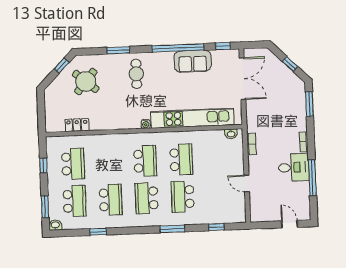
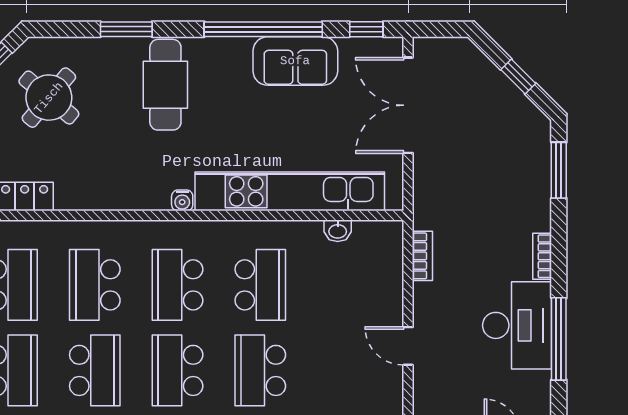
cafe table: (136, 74) -> (165, 85), width x1.37, depth x1.35
double door: (243, 79) -> (408, 105), swing flipped
washbasin: (231, 134) -> (338, 231), moved
school desk: (145, 161) -> (178, 285), turned 180
school desk: (109, 162) -> (95, 285), added
desk: (294, 167) -> (517, 325), width x1.37

